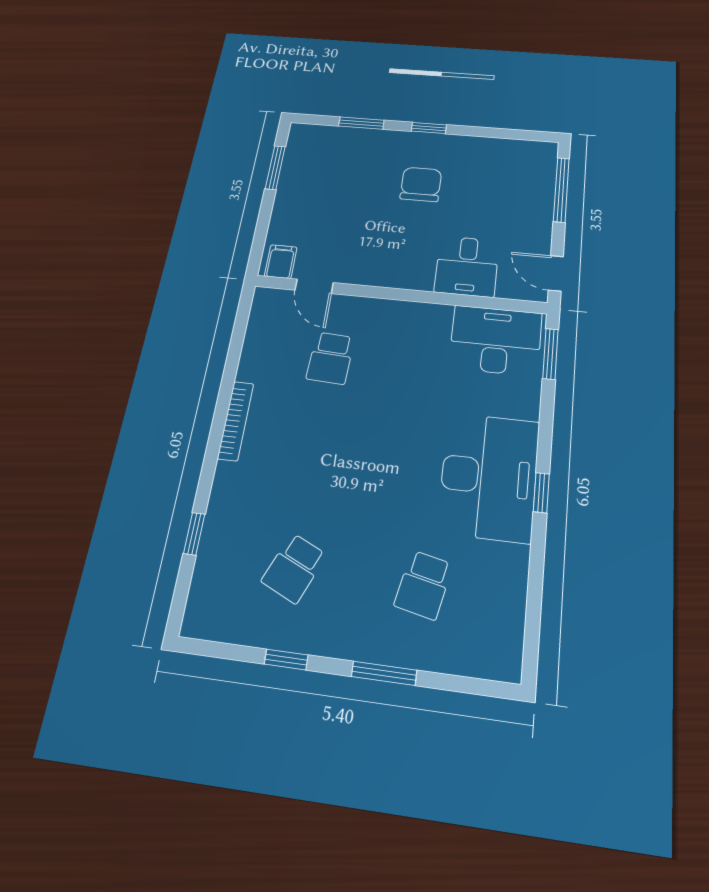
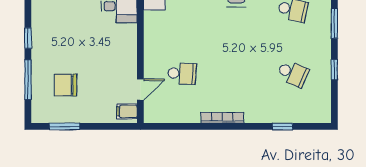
window: (361, 123) -> (28, 80), width x1.44
chair: (421, 184) -> (65, 85), moved

